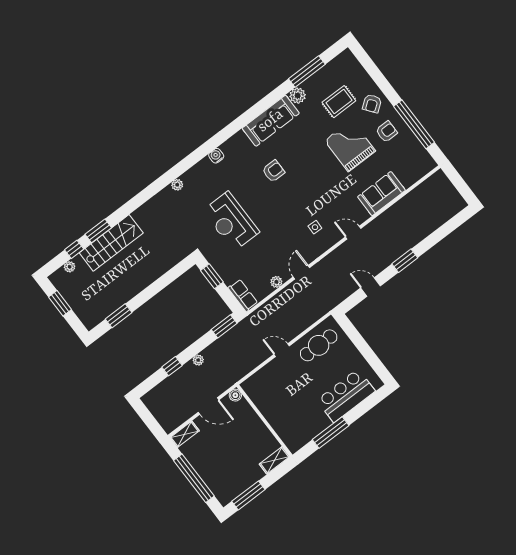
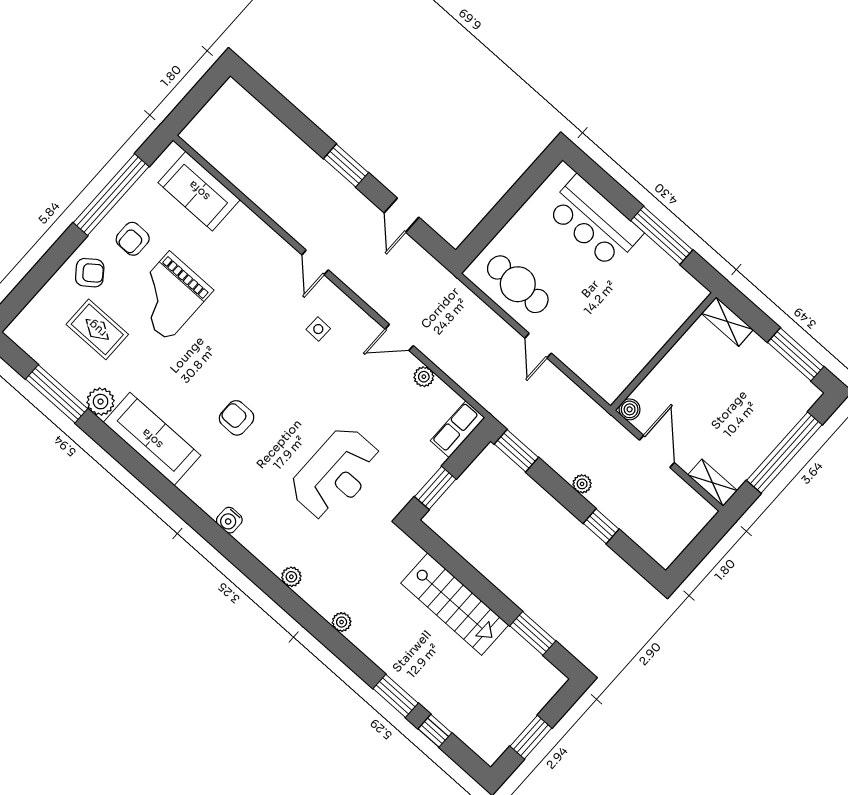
armchair: (387, 132) -> (133, 239), turned -90
sofa: (381, 194) -> (199, 191), moved
stairs: (111, 243) -> (455, 604), moved, turned 180
plant: (70, 267) -> (342, 622), moved

